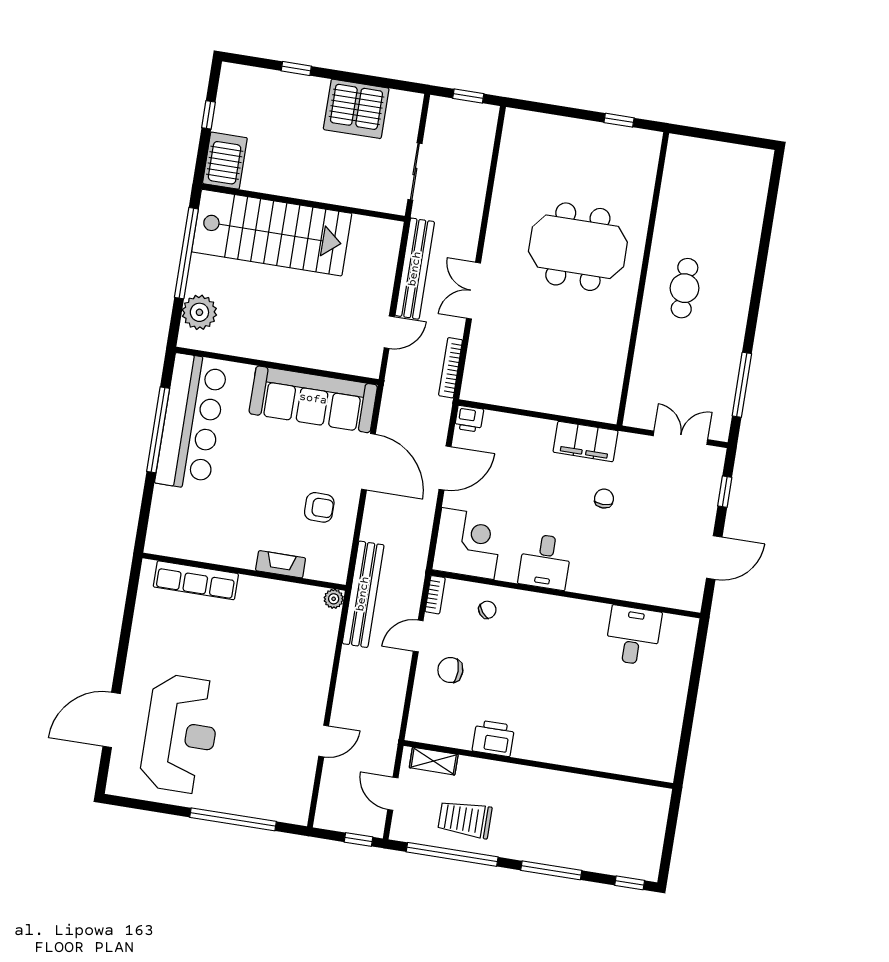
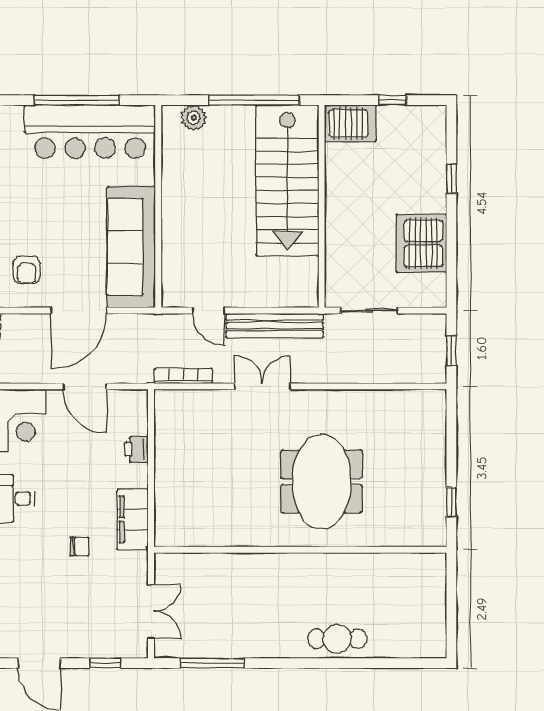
cafe table: (685, 288) -> (337, 639), moved
plant: (199, 312) -> (194, 118), width x0.73, depth x0.73
printer: (469, 419) -> (137, 449), moved

